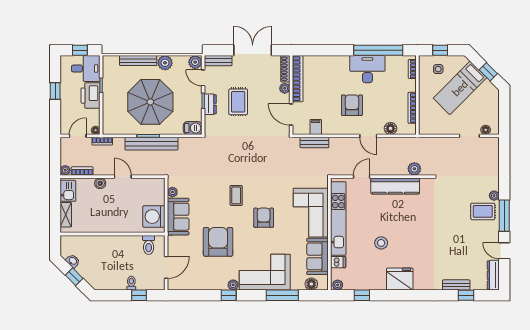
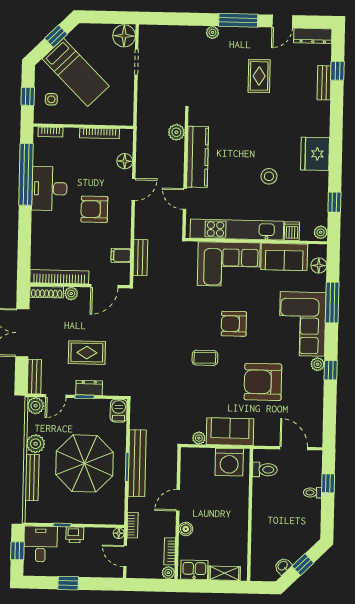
printer: (91, 96) -> (75, 535), width x0.53, depth x0.68
floor lamp: (486, 130) -> (124, 36), width x1.89, depth x1.89
rug: (483, 211) -> (259, 76), moved

